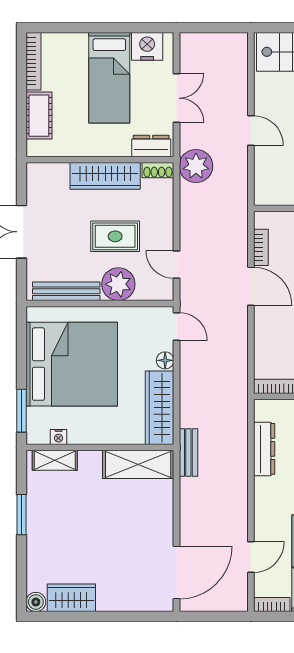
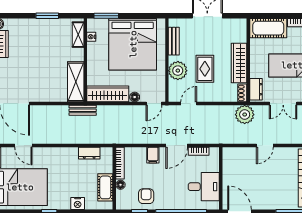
cot: (39, 116) -> (268, 28), width x1.37, depth x1.34
bench: (66, 291) -> (174, 41), width x0.73
filing cabinet: (268, 328) -> (153, 155), added
dresser: (264, 449) -> (89, 153), width x0.70

